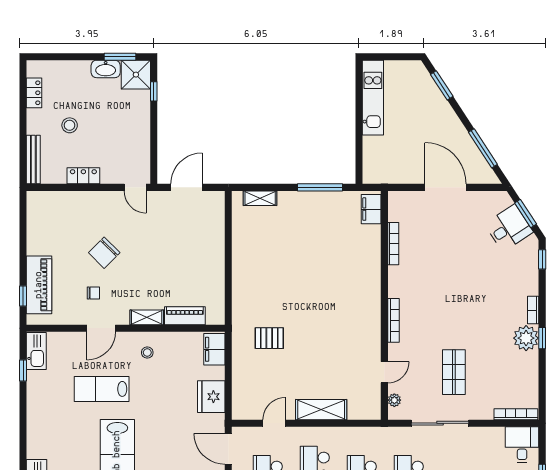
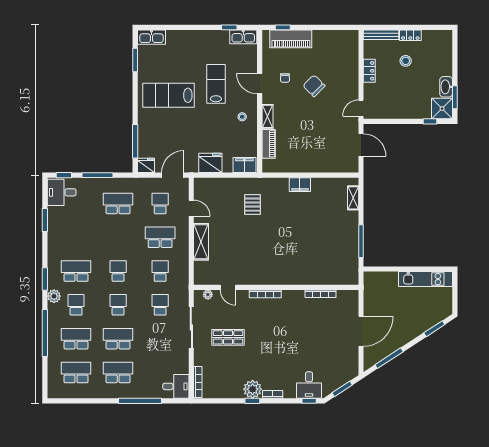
locker: (34, 93) -> (410, 35), moved
filing cabinet: (371, 209) -> (300, 185), moved, turned 180
desk: (509, 228) -> (309, 385), moved, turned 33

